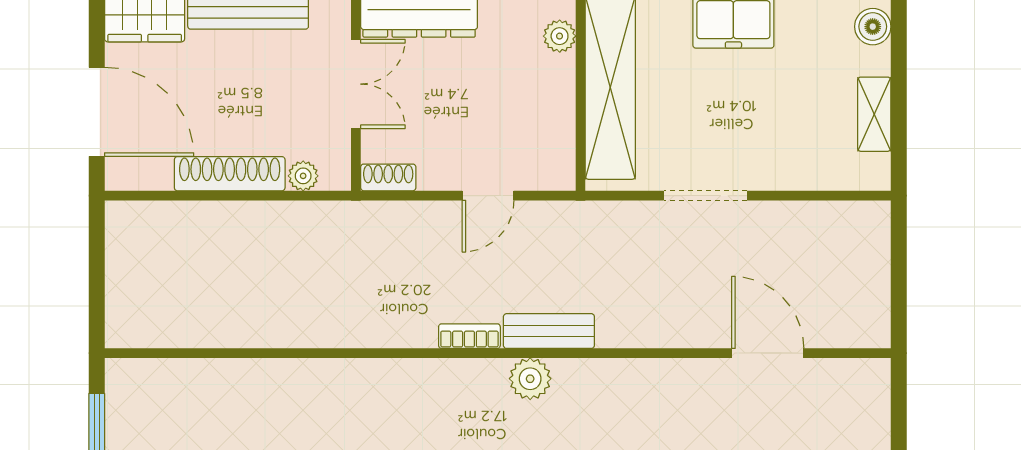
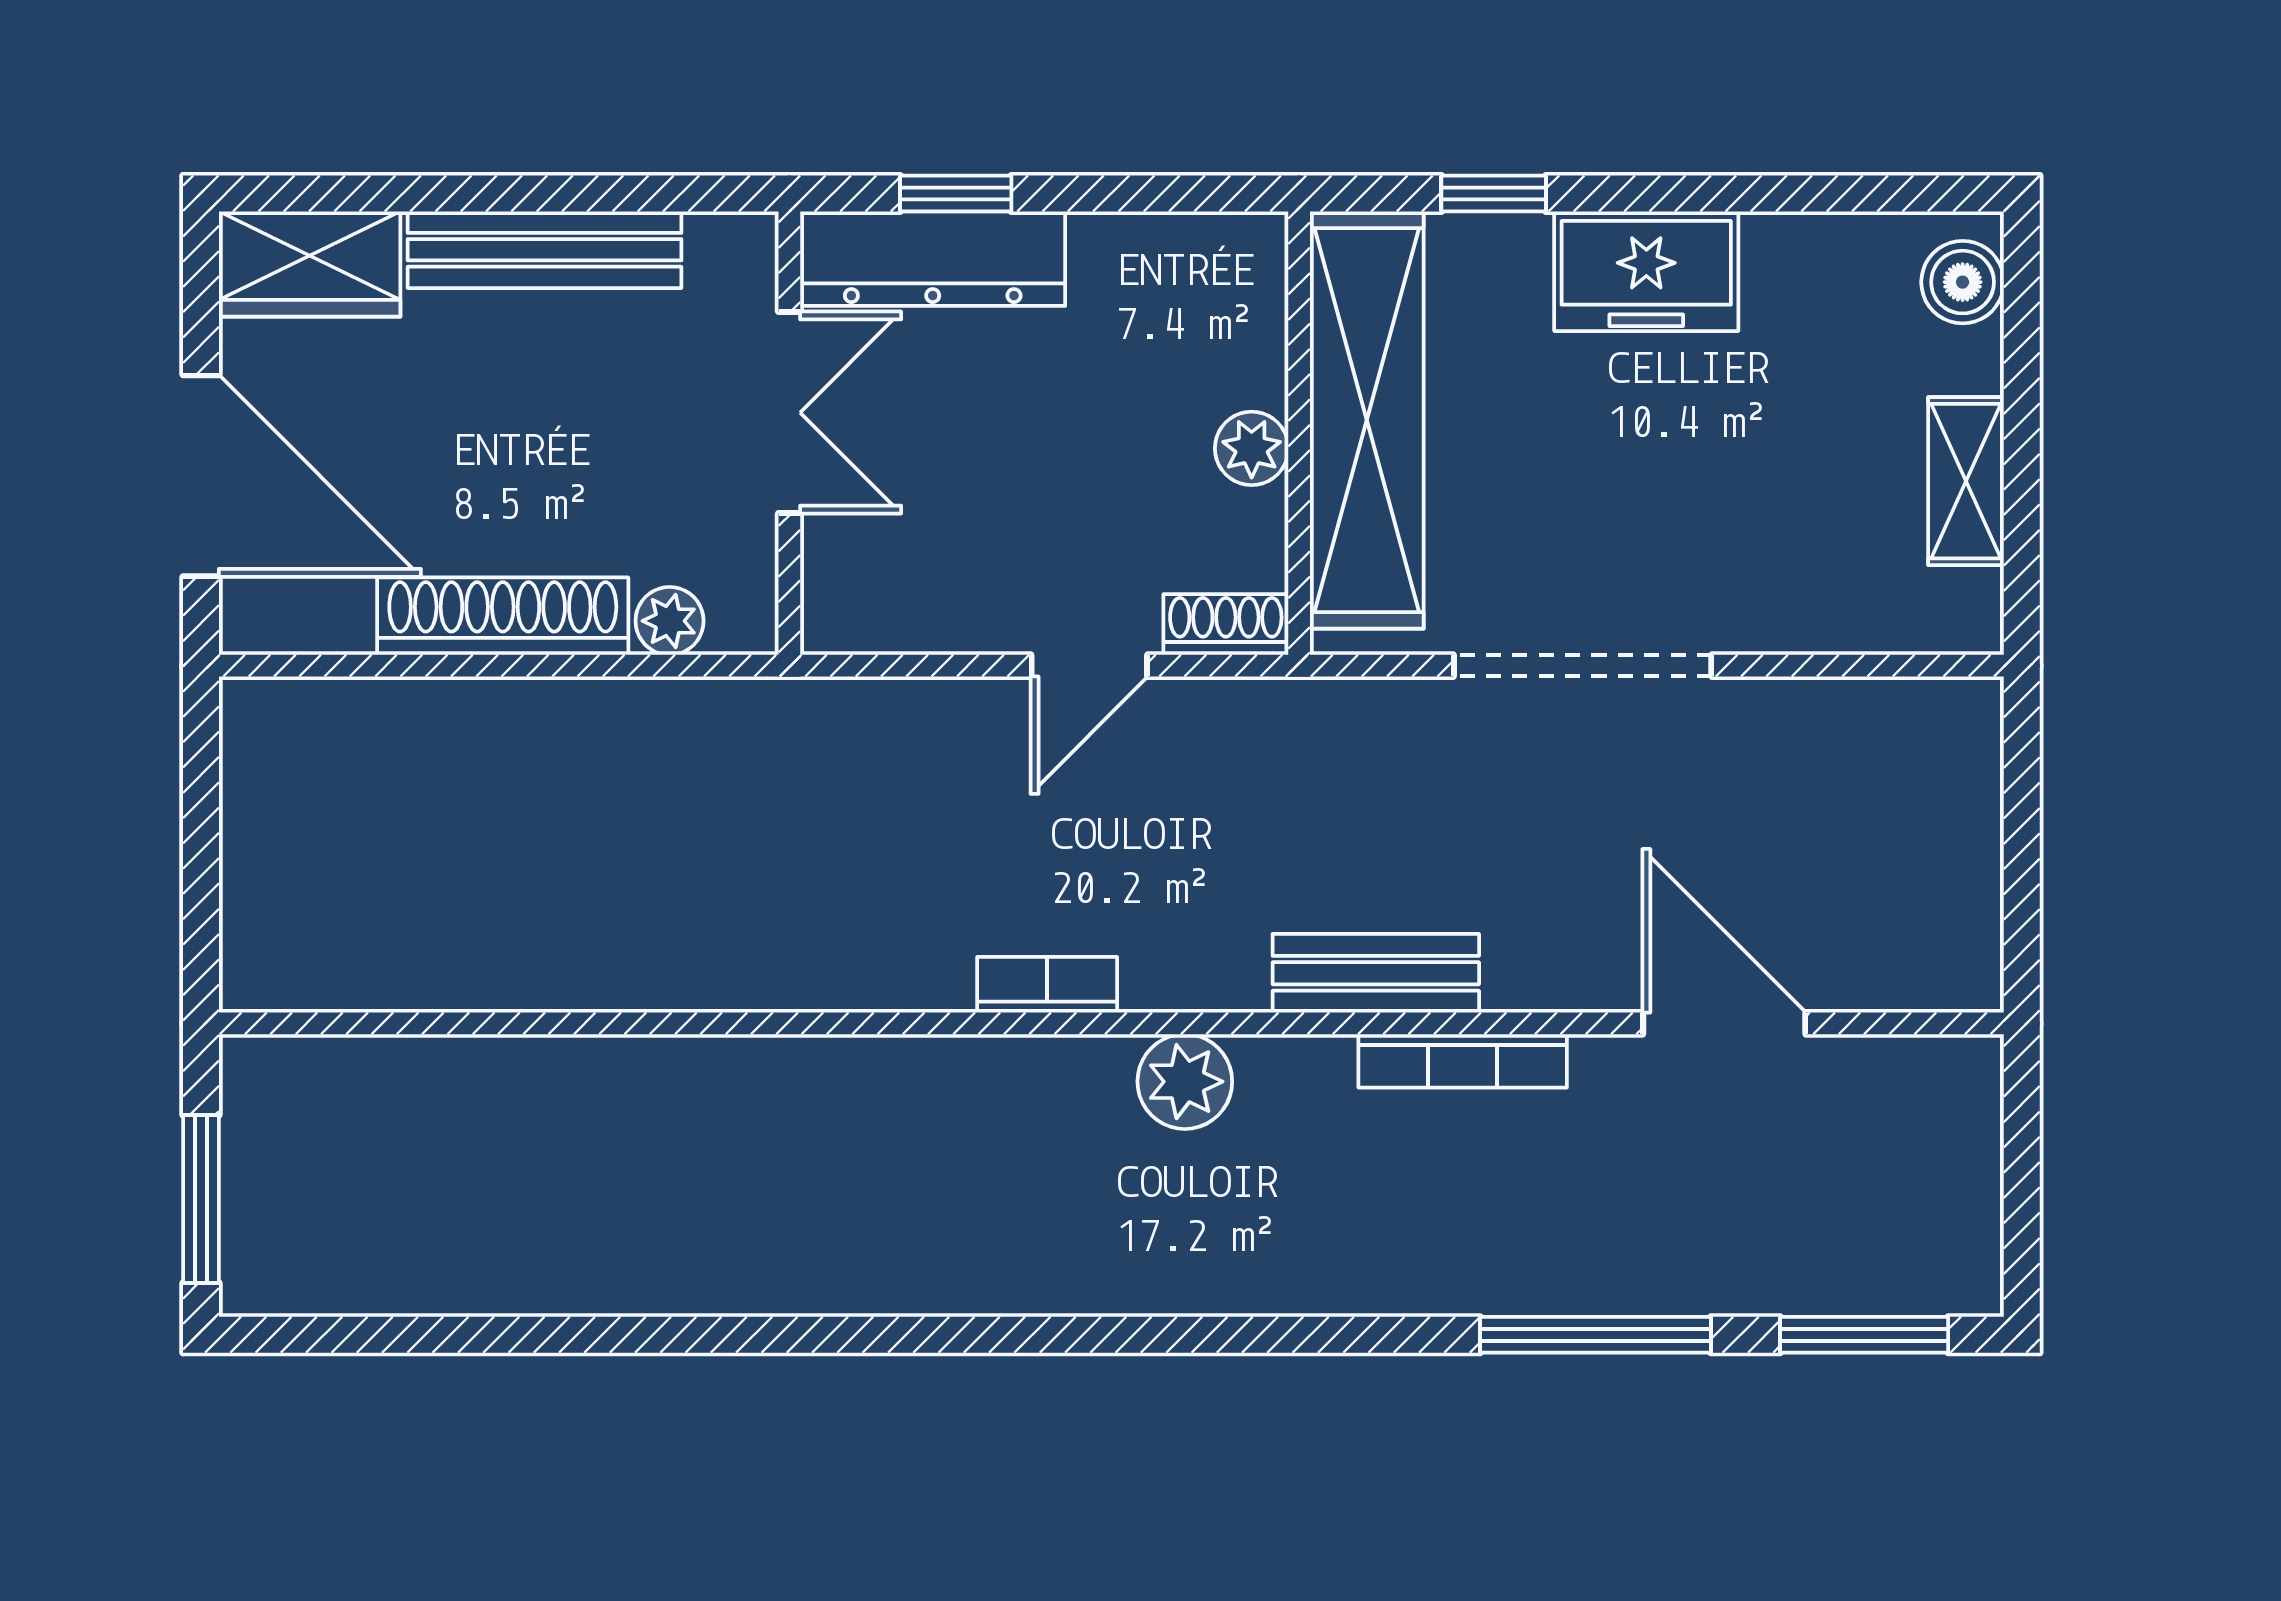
plant: (560, 36) -> (1252, 448), moved
shoe rack: (388, 177) -> (1226, 625), moved
doorway: (705, 196) -> (1583, 666), width x1.36
bench: (549, 331) -> (1376, 973), moved
bookcase: (652, 370) -> (1463, 1061), added

